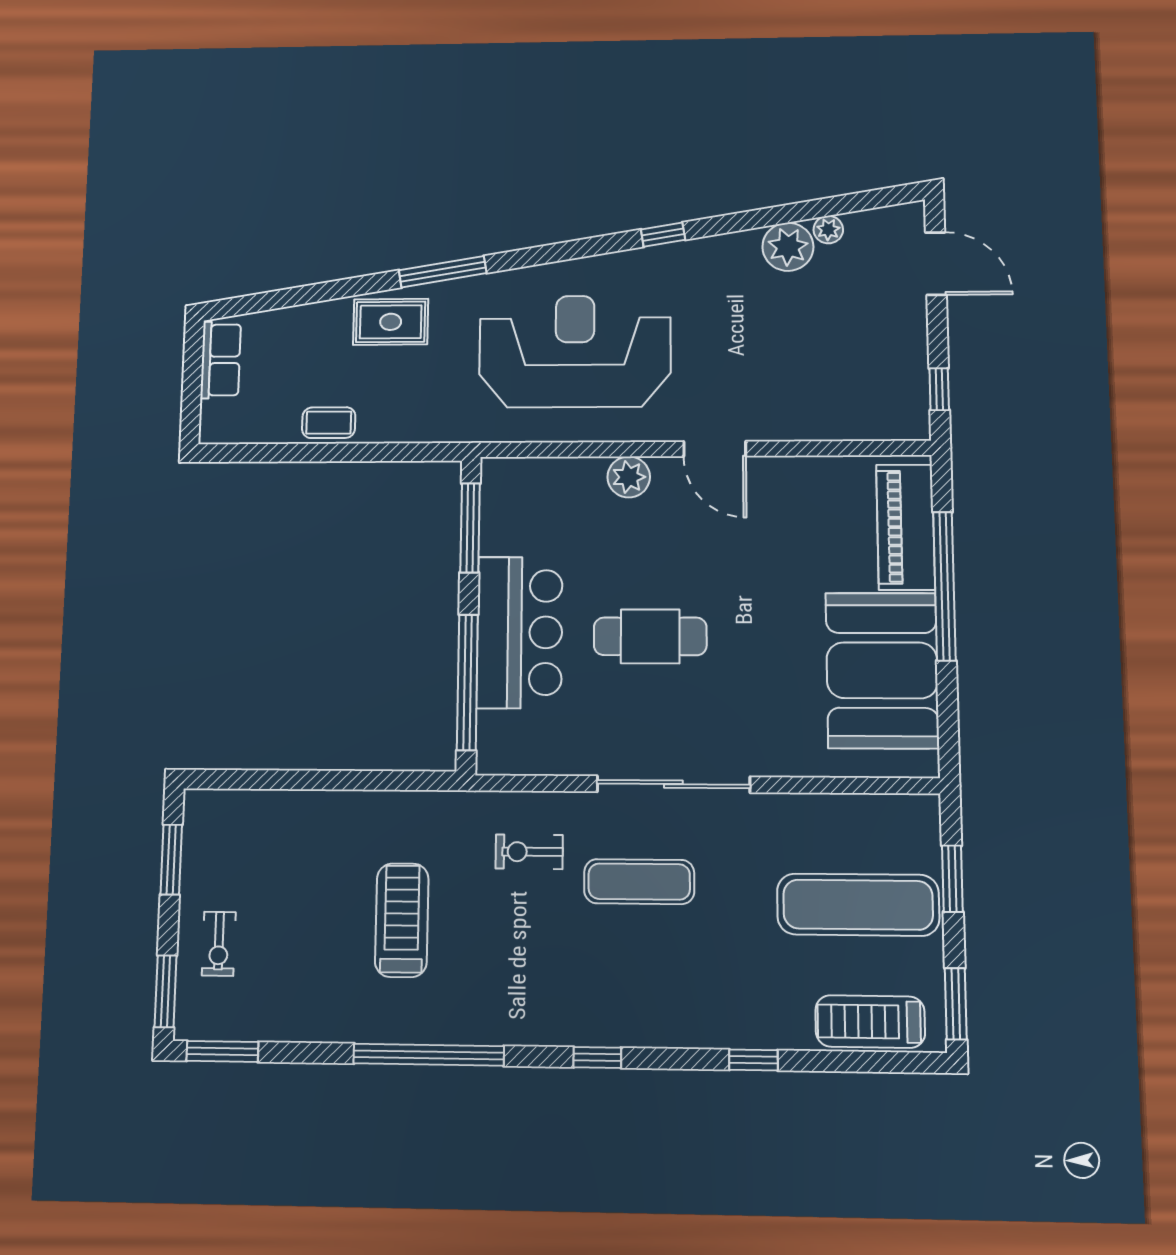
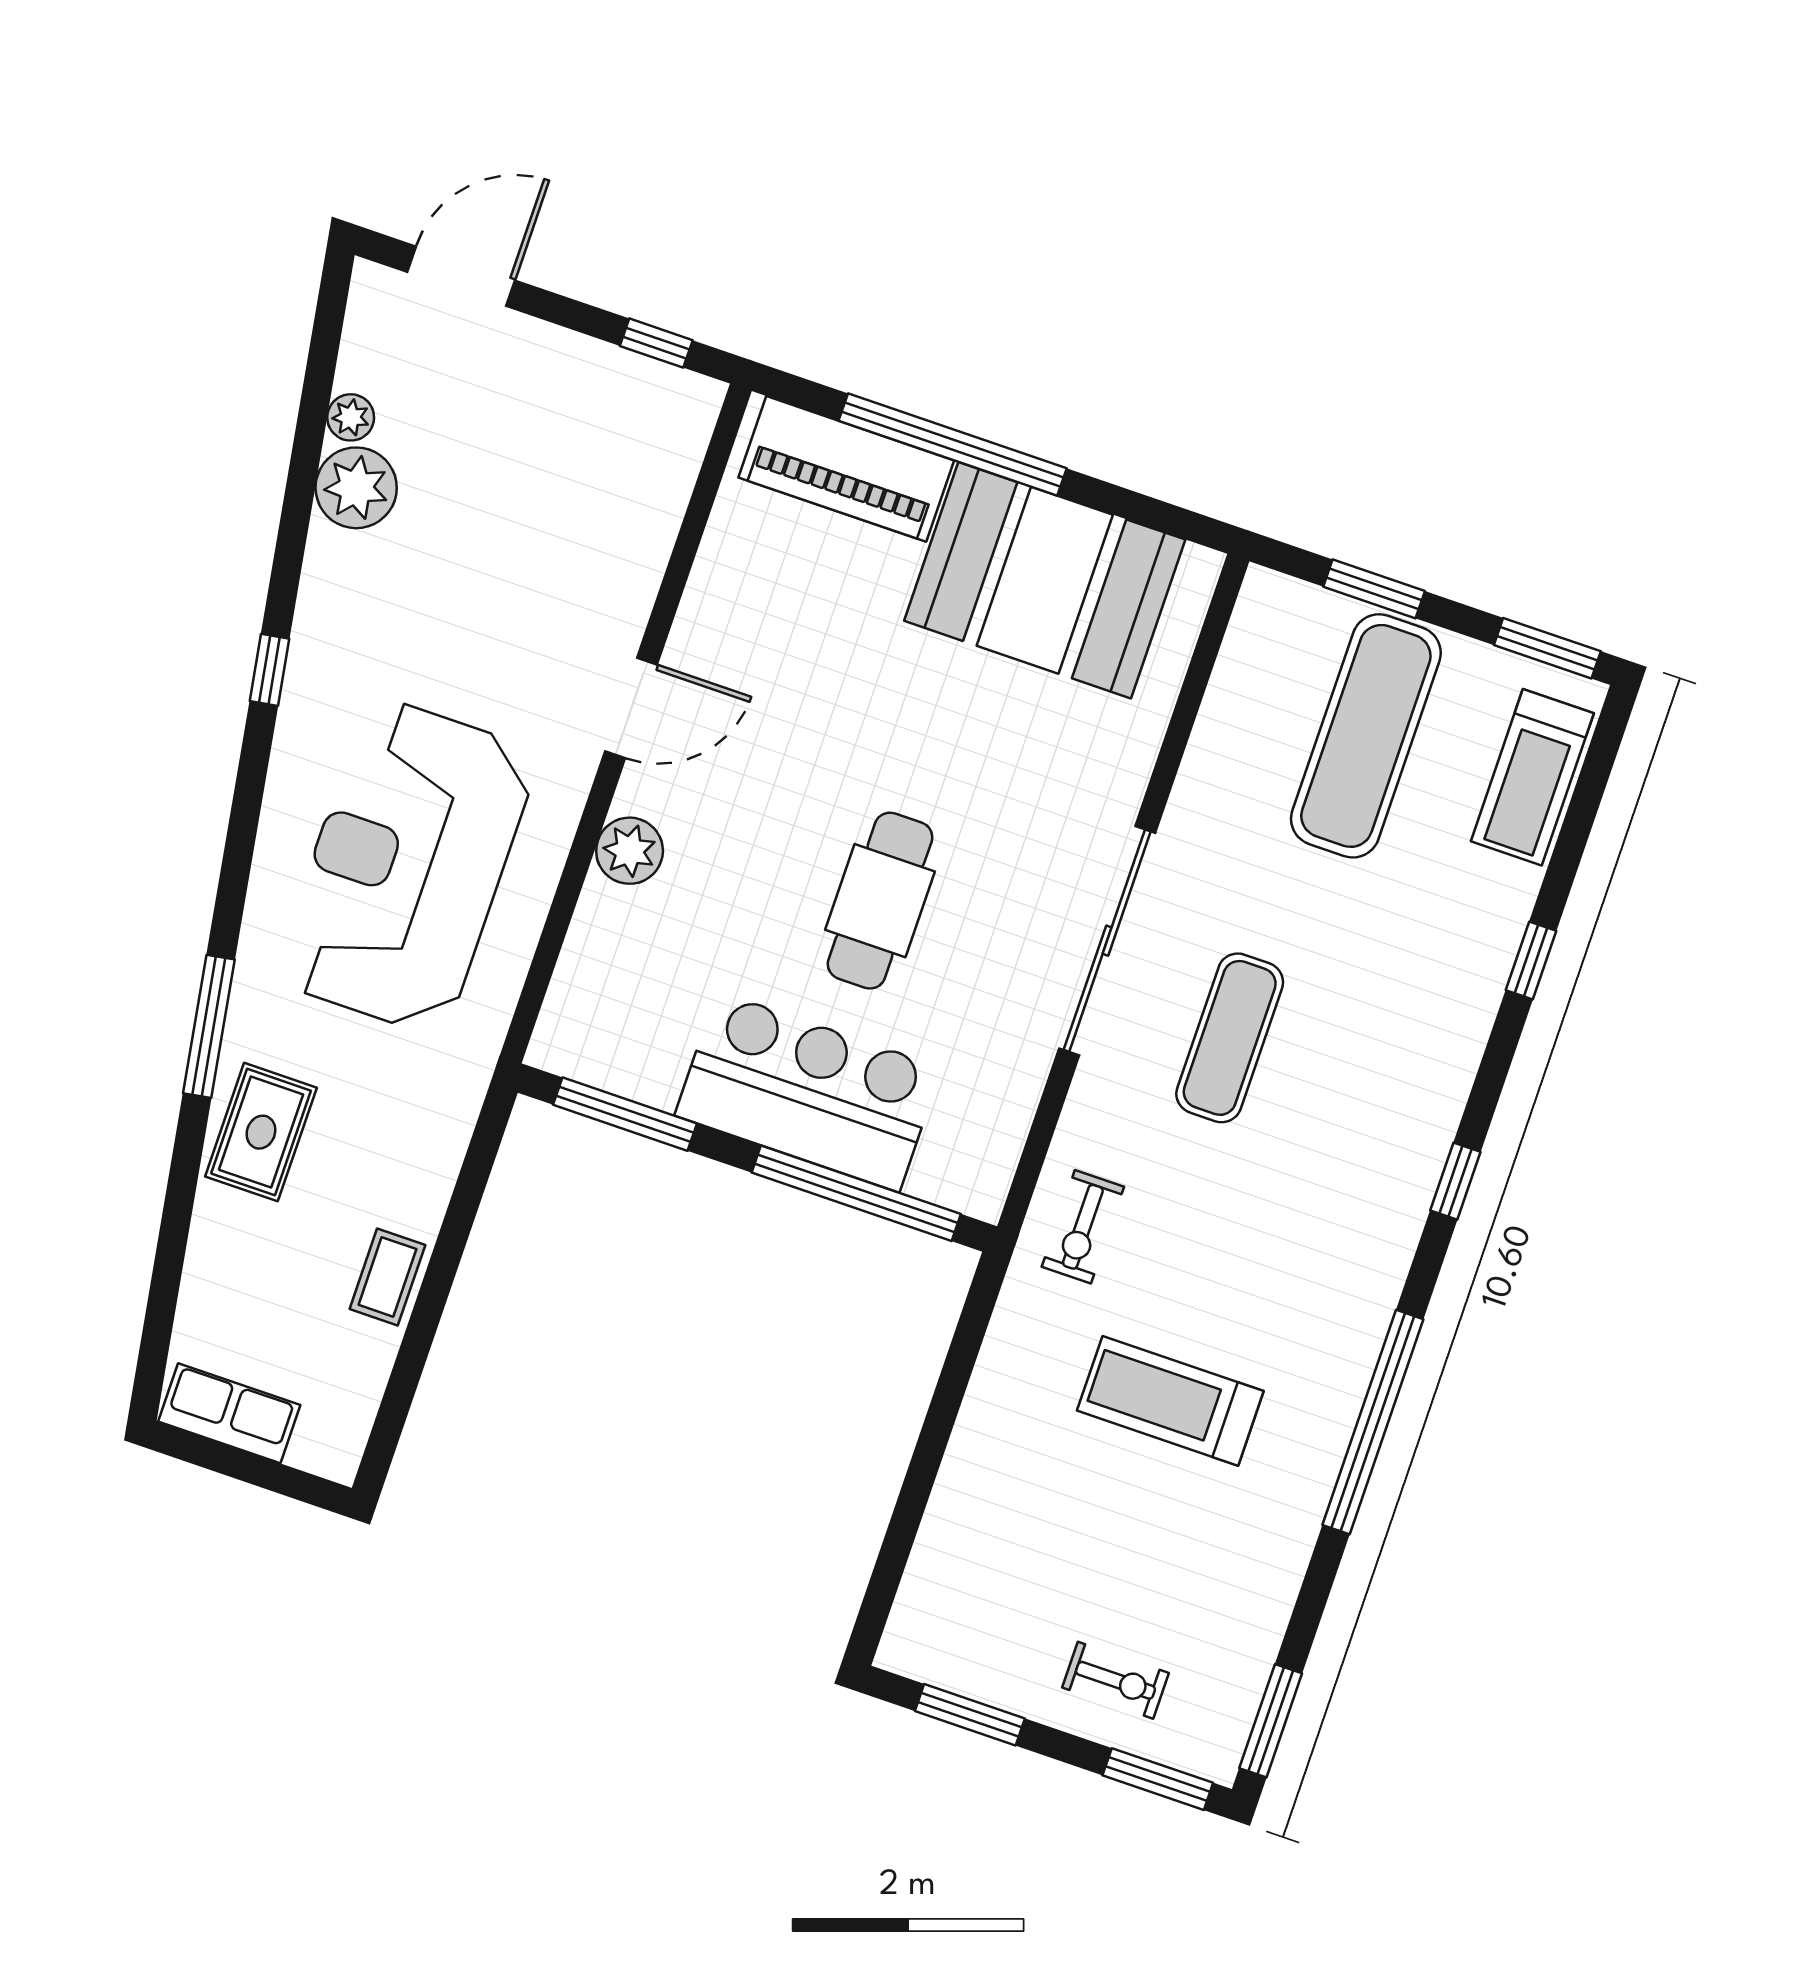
exercise bike: (529, 852) -> (1083, 1227), moved

